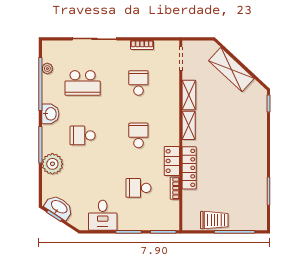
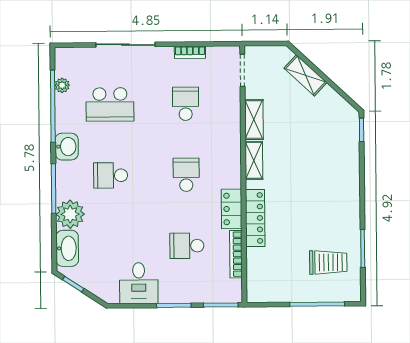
shelving: (231, 70) -> (305, 75), width x0.67, depth x0.75
bookcase: (175, 188) -> (236, 254), width x1.56
washbasin: (59, 207) -> (67, 248), moved, turned 57
trolley: (214, 220) -> (328, 262), moved

